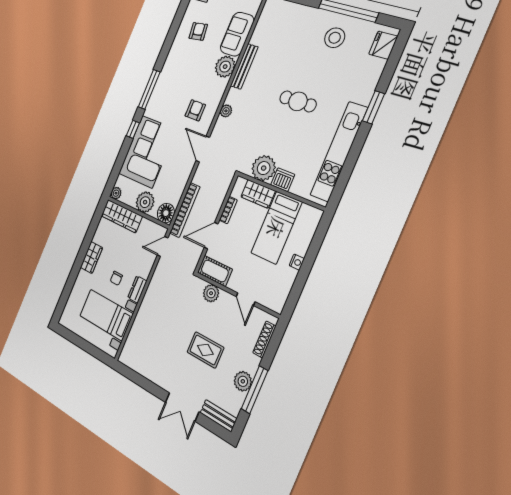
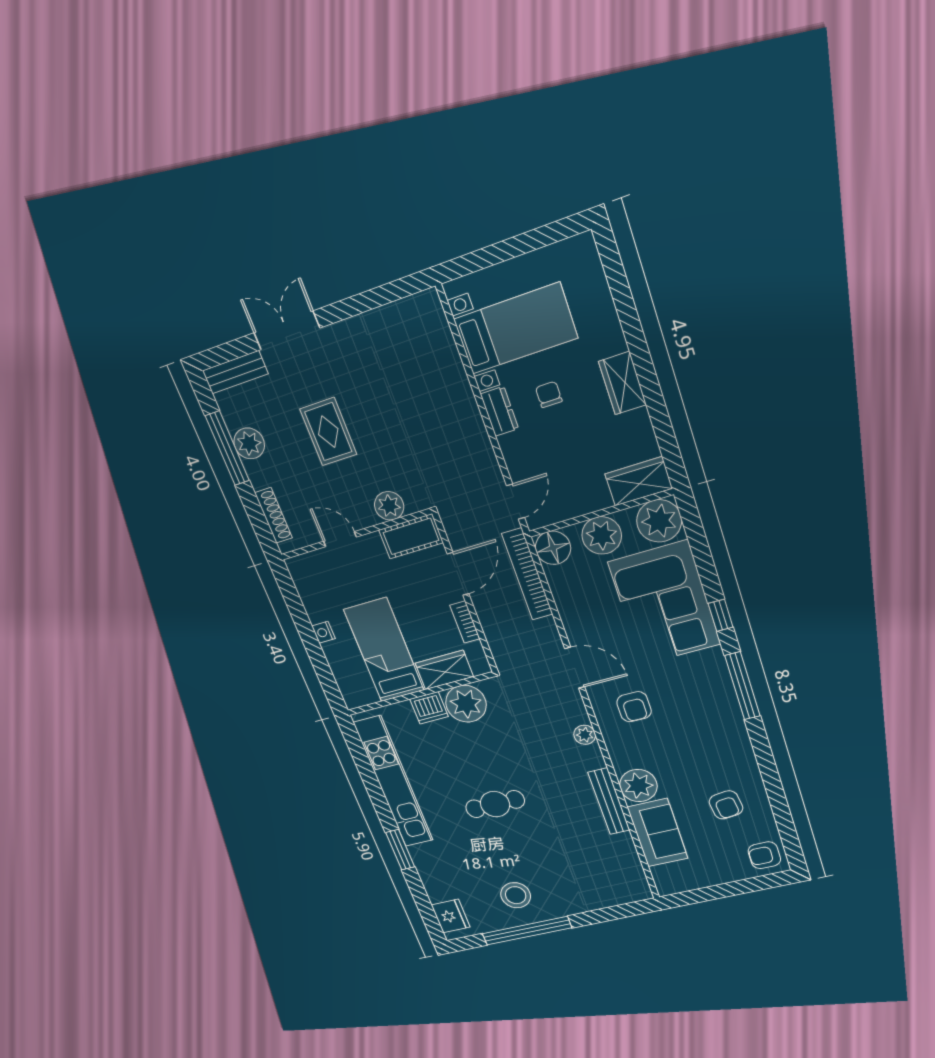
plant: (116, 193) -> (659, 521), width x1.87, depth x1.87
wardrobe: (122, 216) -> (639, 481), width x0.67
rug: (205, 350) -> (328, 432), turned 90

